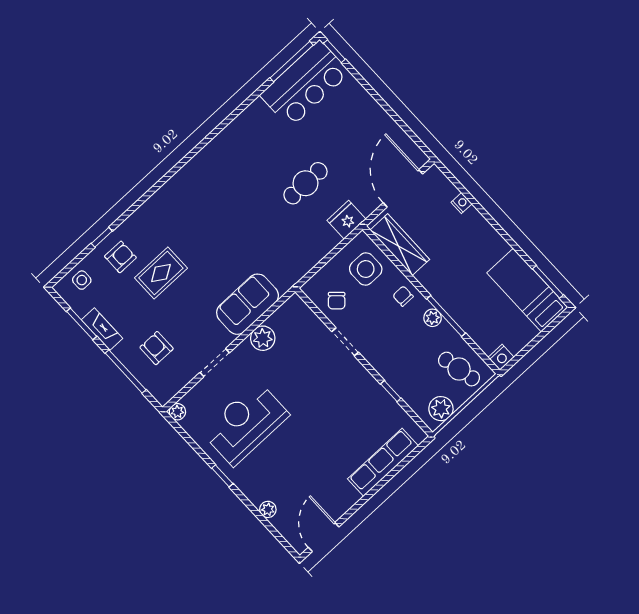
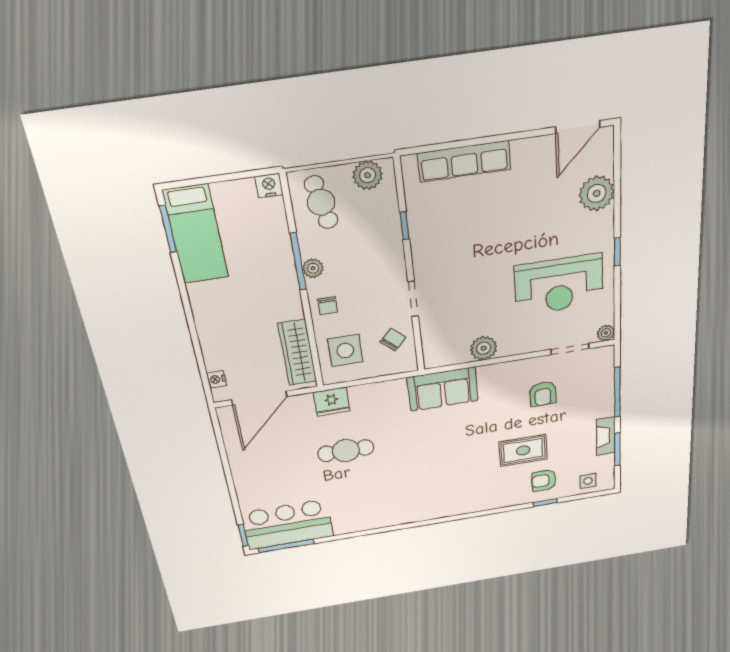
nightstand: (462, 203) -> (217, 379), moved
sofa: (248, 304) -> (443, 389), moved
armchair: (157, 348) -> (543, 394), moved
doorway: (215, 363) -> (570, 349), moved
plant: (268, 509) -> (597, 193), width x1.88, depth x1.88

